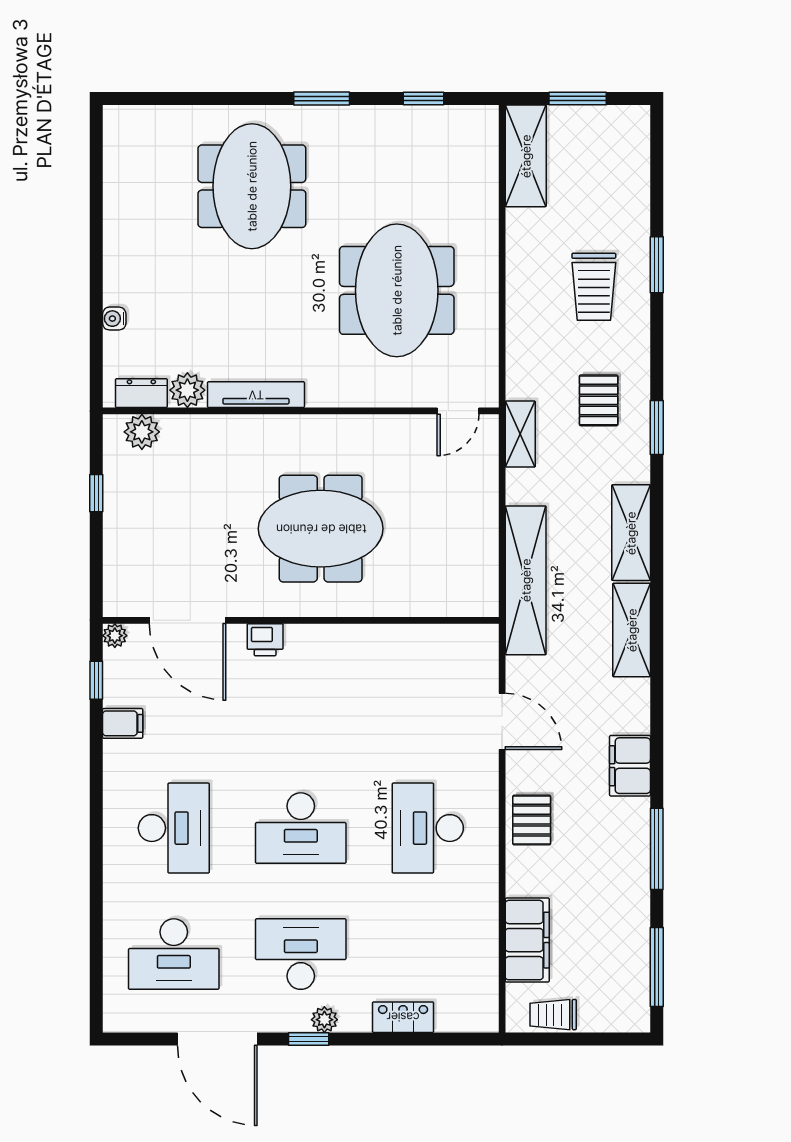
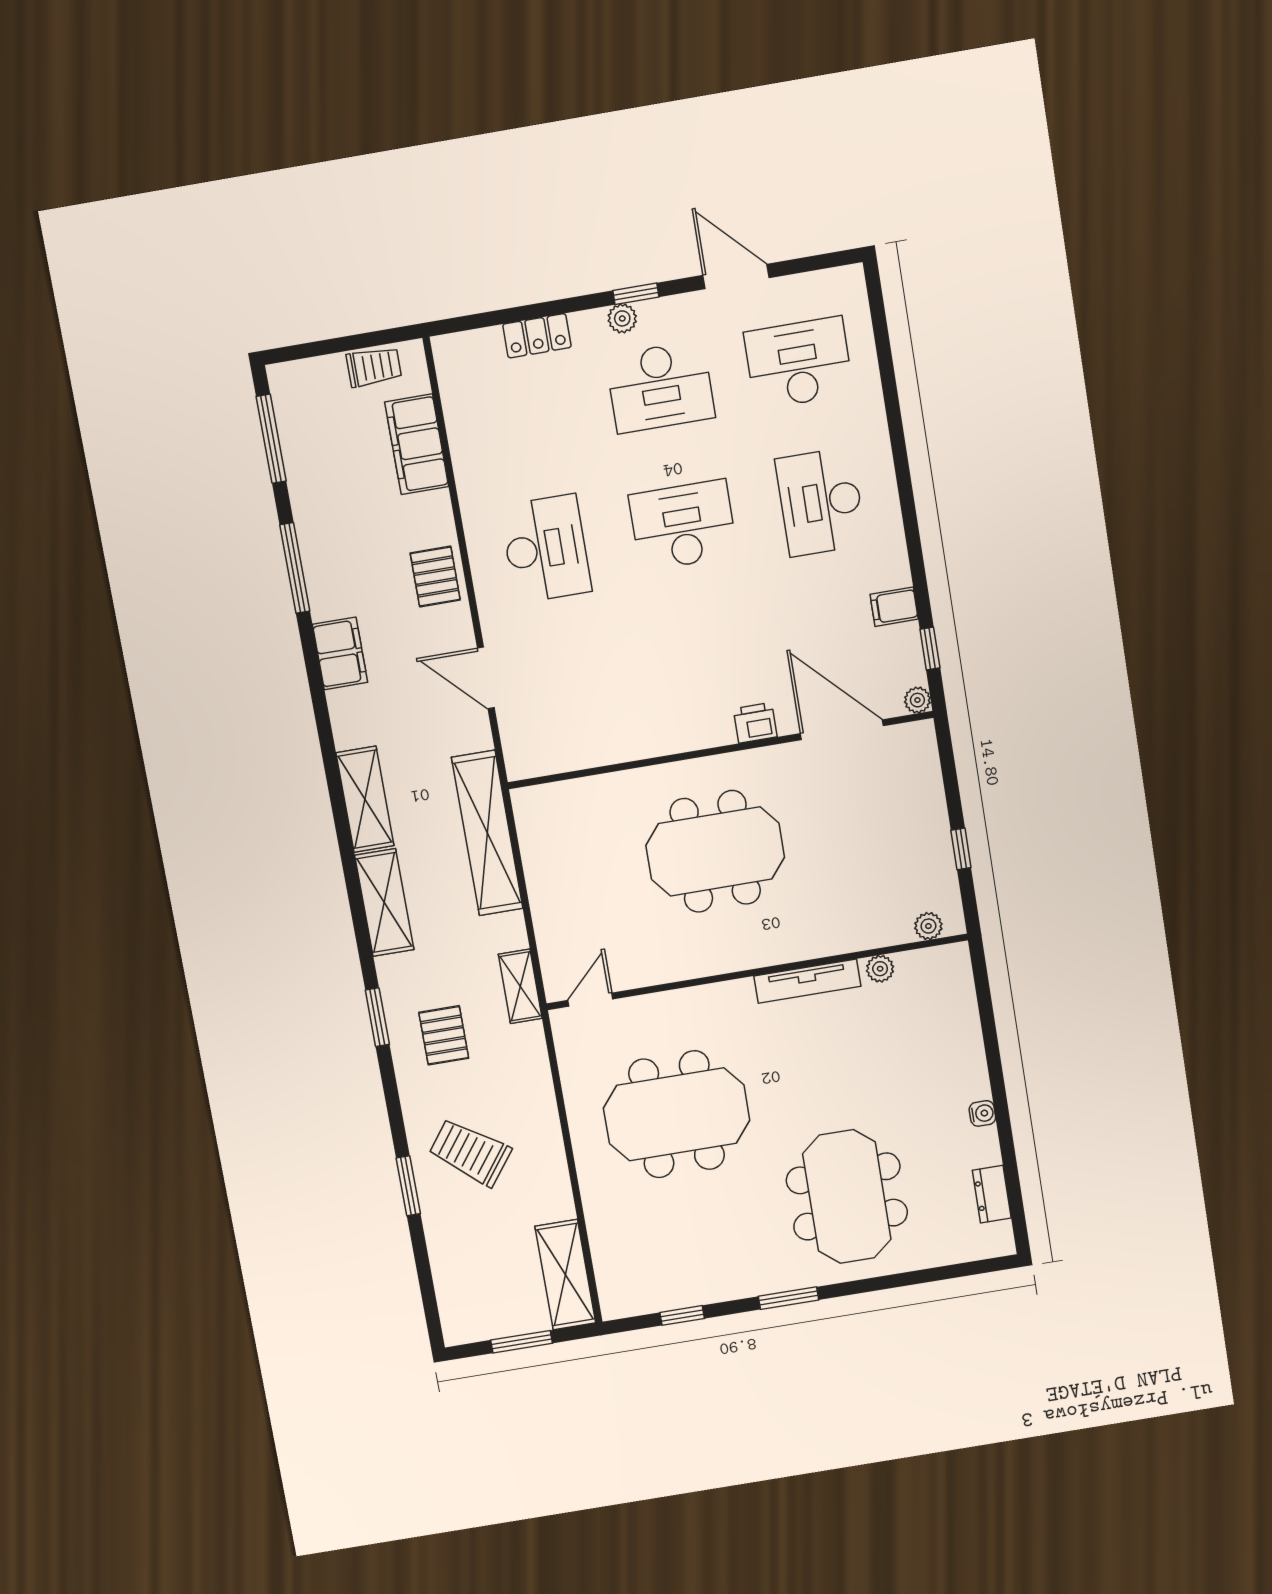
trolley: (594, 287) -> (470, 1152), turned -53
meeting table: (397, 290) -> (677, 1114), turned 90
water cooler: (114, 319) -> (982, 1113), moved
plant: (187, 390) -> (880, 969), width x0.73, depth x0.73
dresser: (141, 393) -> (992, 1194), moved, turned 90
plant: (142, 432) -> (928, 926), width x0.73, depth x0.73
door: (217, 1039) -> (736, 277), width x0.73

